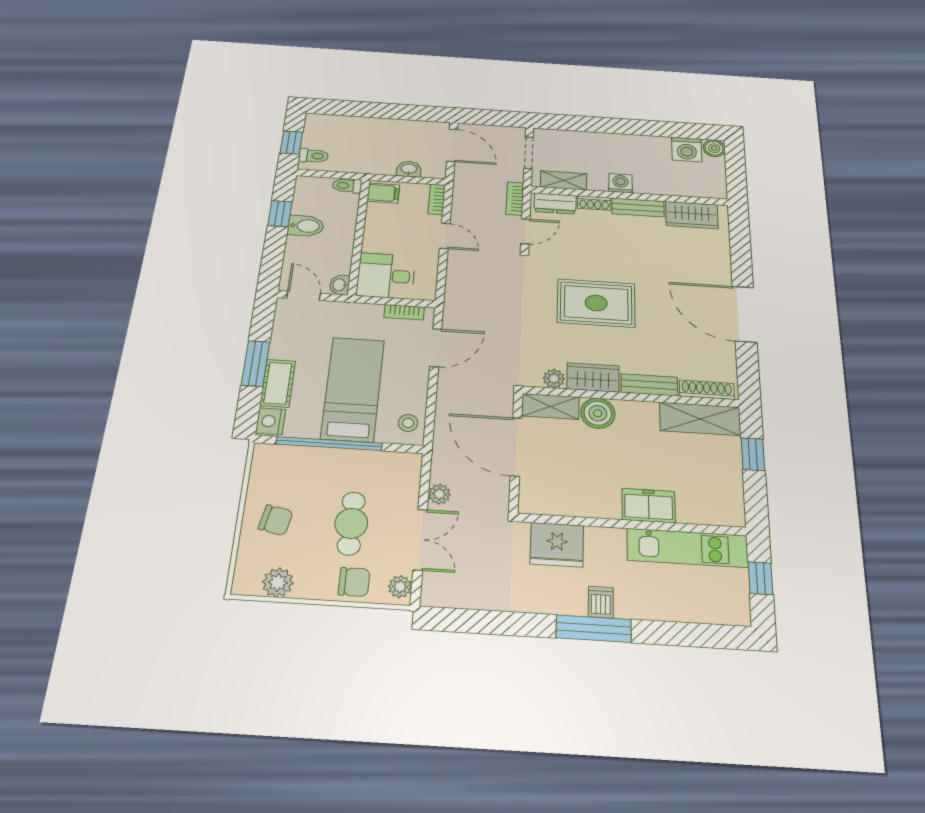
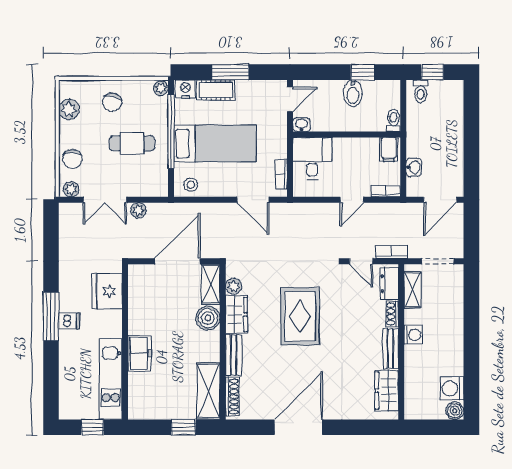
plant: (265, 453) -> (161, 88), added
cafe table: (351, 523) -> (132, 143), moved

